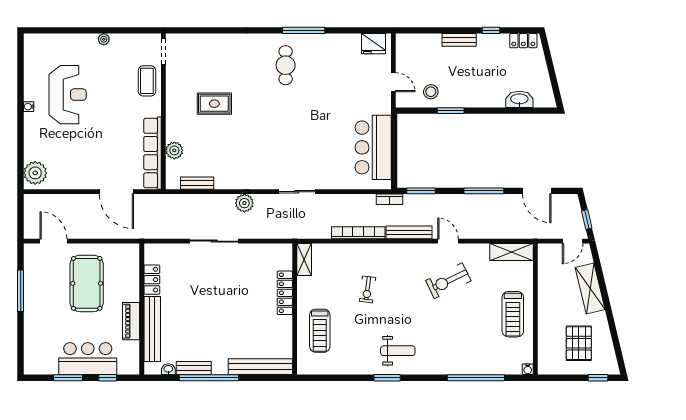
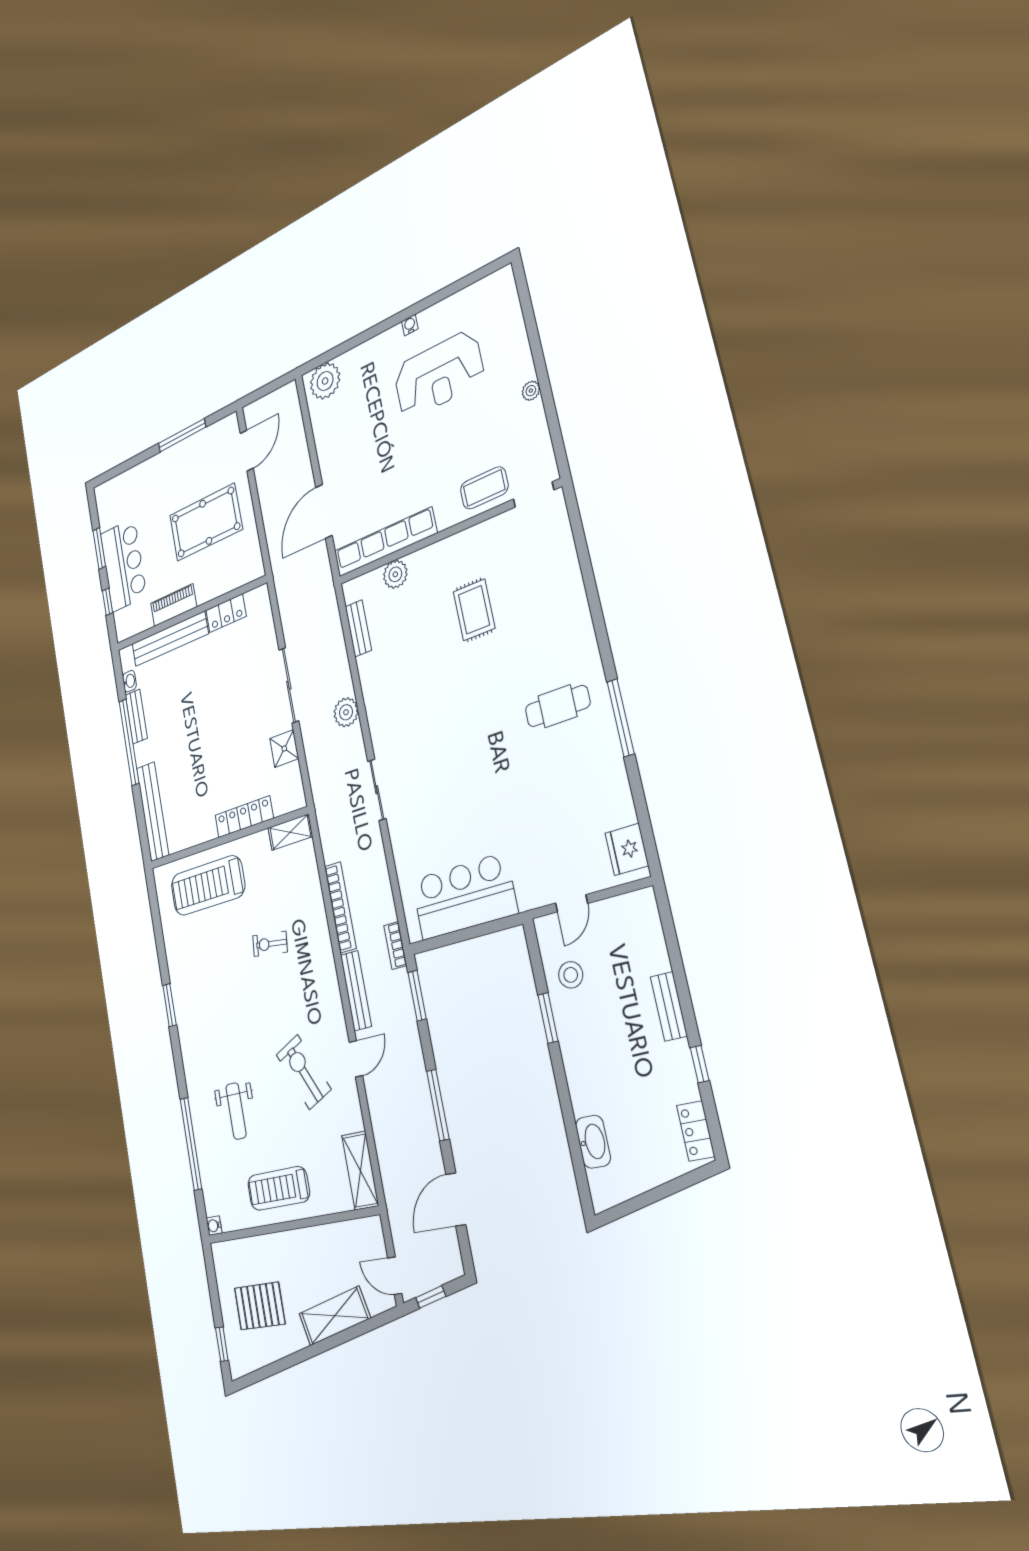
shower: (252, 253) -> (284, 748), added
treadmill: (320, 331) -> (208, 886), width x1.37, depth x1.38
weight bench: (398, 351) -> (236, 1111), moved

